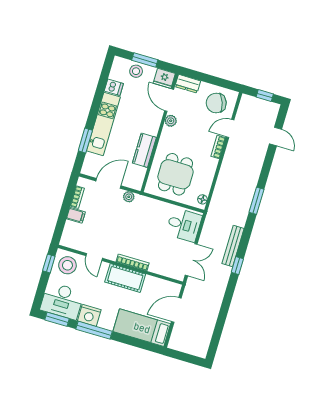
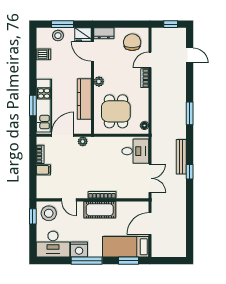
chair: (216, 103) -> (132, 42), turned 110
plant: (171, 121) -> (99, 82), moved
kitchen unit: (103, 124) -> (44, 106), moved
kitchen counter: (144, 150) -> (84, 99), width x1.50
window: (57, 319) -> (129, 261), moved

